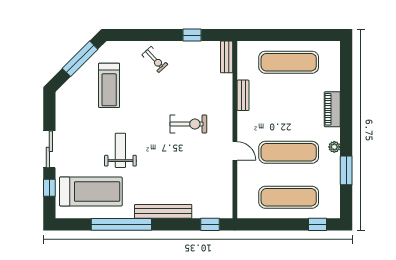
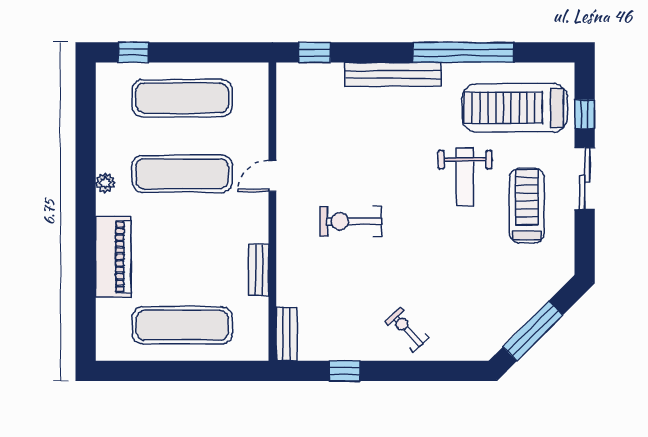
treadmill: (109, 85) -> (527, 205), moved
piano: (332, 109) -> (113, 257), width x1.37, depth x1.33
door: (235, 151) -> (272, 176), hinge flipped
window: (346, 170) -> (86, 143), removed

